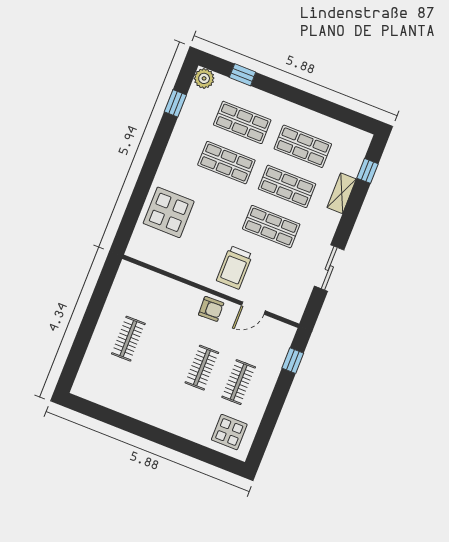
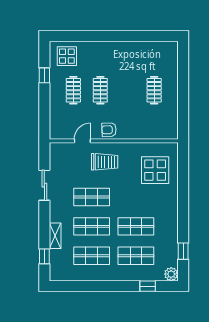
display table: (169, 212) -> (155, 170), moved
trolley: (234, 267) -> (105, 162), turned 90
window: (293, 361) -> (44, 75), moved

